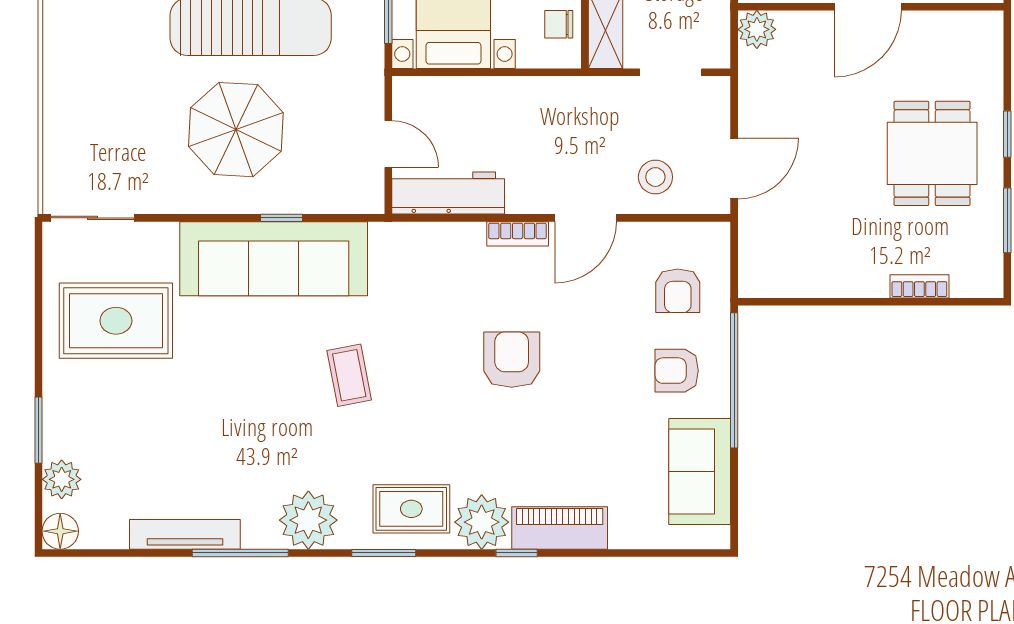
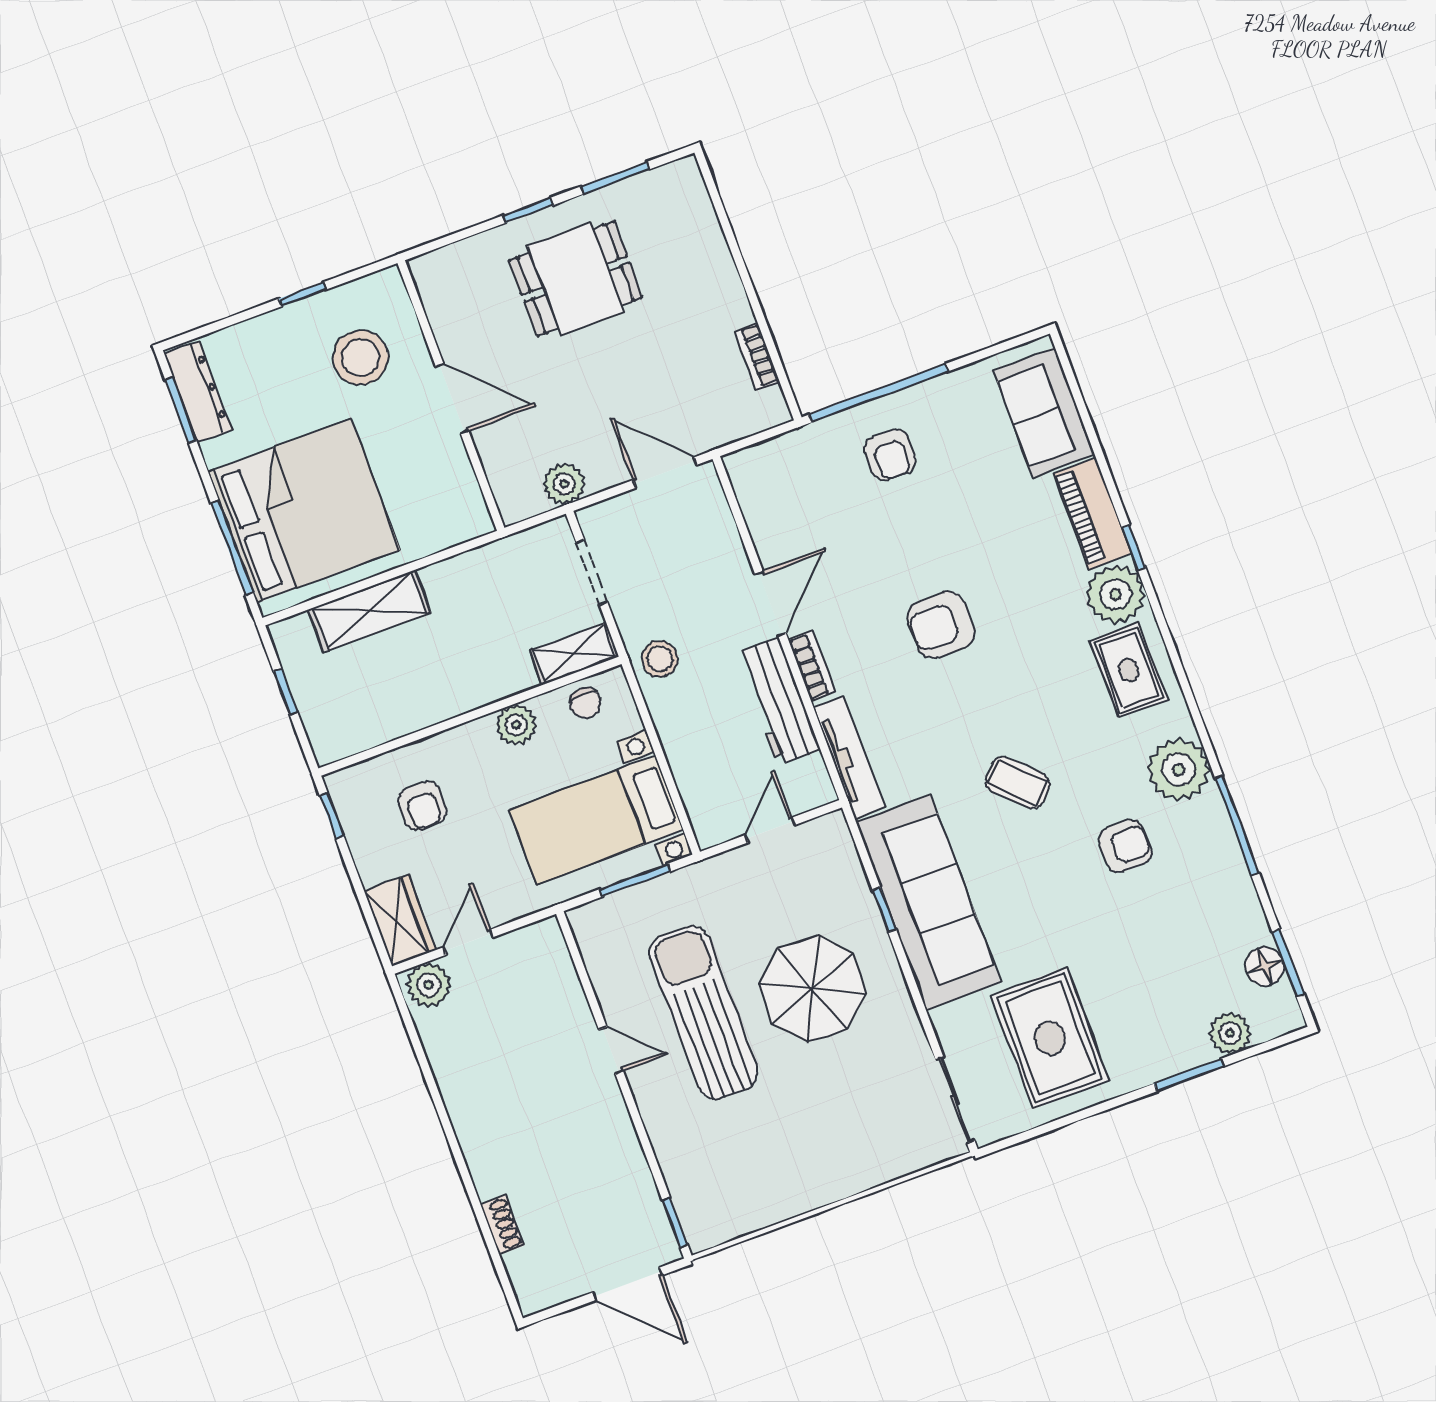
plant: (757, 29) -> (564, 484), moved
stool: (655, 177) -> (660, 659), moved
workbench: (448, 193) -> (778, 701), moved
door: (586, 218) -> (770, 603), hinge flipped
bookcase: (919, 286) -> (757, 356), moved
armchair: (678, 291) -> (1125, 846), moved
coffee table: (349, 375) -> (1017, 783), turned 56
sofa: (700, 471) -> (1044, 412), moved, turned 90
floor lamp: (60, 531) -> (1265, 966), moved
tv unit: (185, 534) -> (849, 758), moved, turned 180
window: (384, 553) -> (1288, 963), moved

